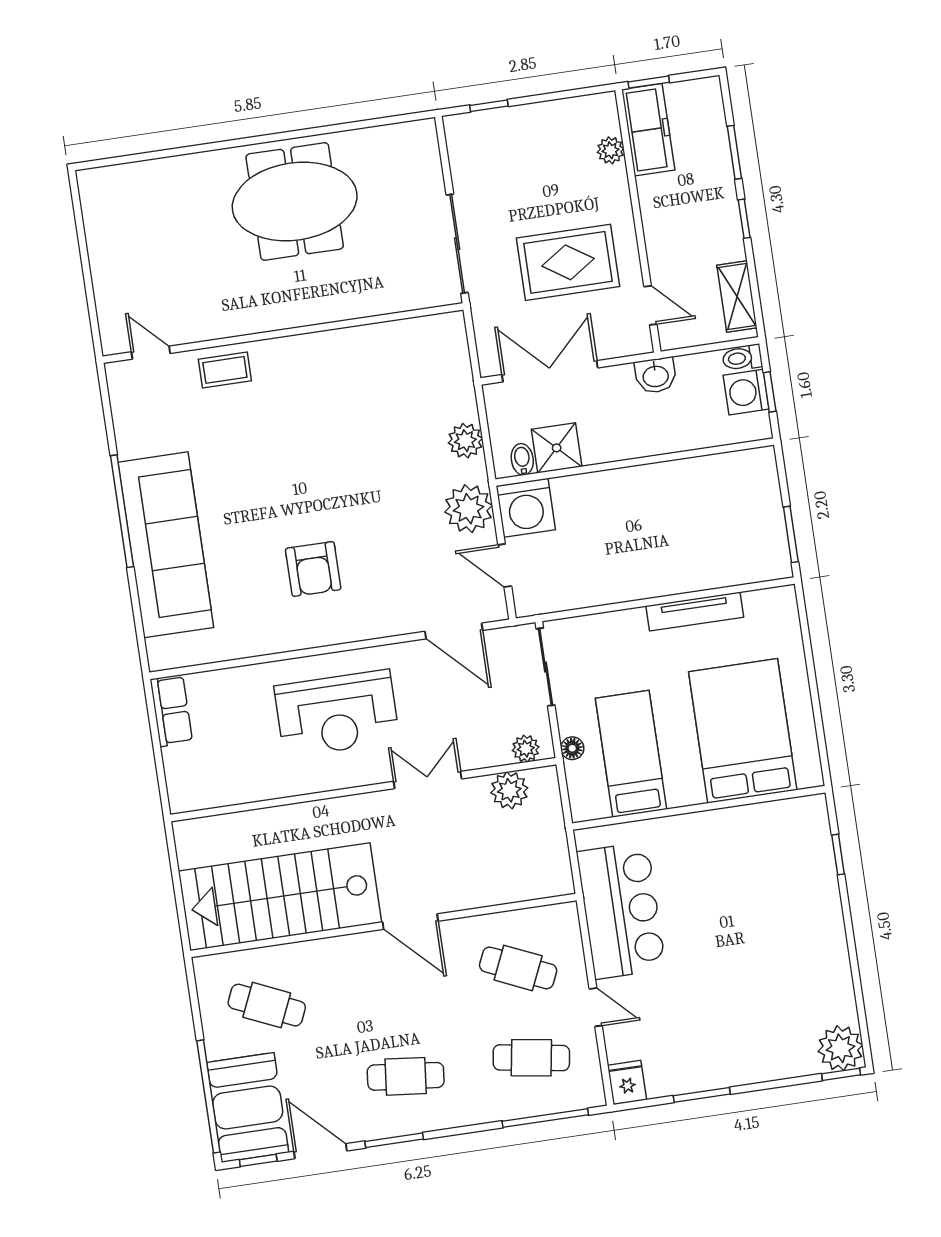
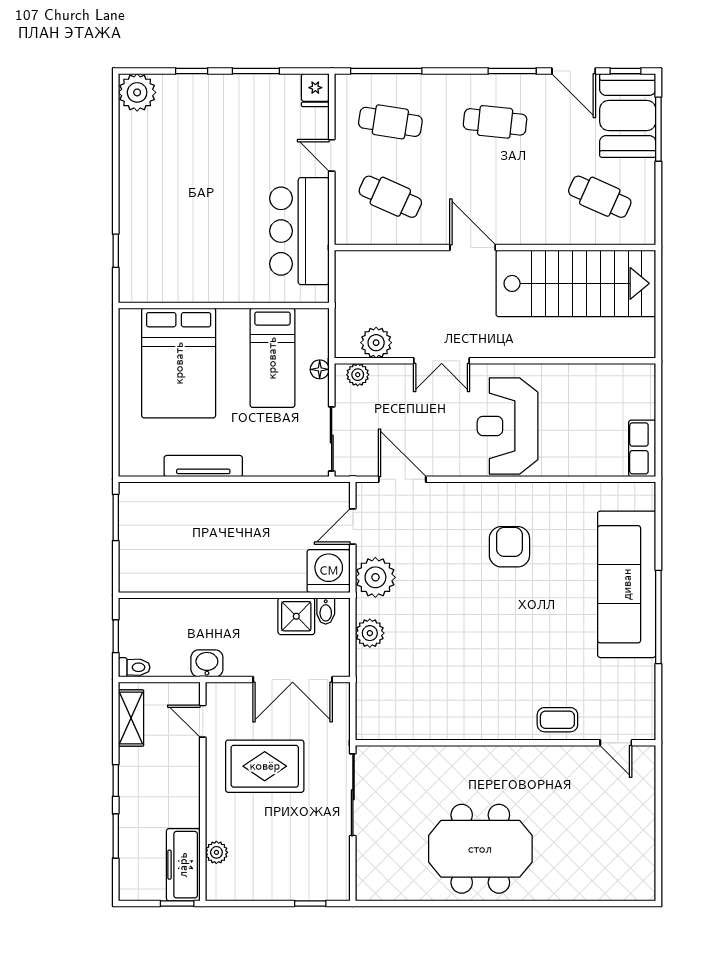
washing machine: (746, 392) -> (135, 639), removed
door: (505, 566) -> (353, 527), swing flipped
reception desk: (337, 714) -> (508, 426), turned -90
window: (841, 1074) -> (192, 71), moved
window: (208, 1096) -> (658, 129), width x0.68

